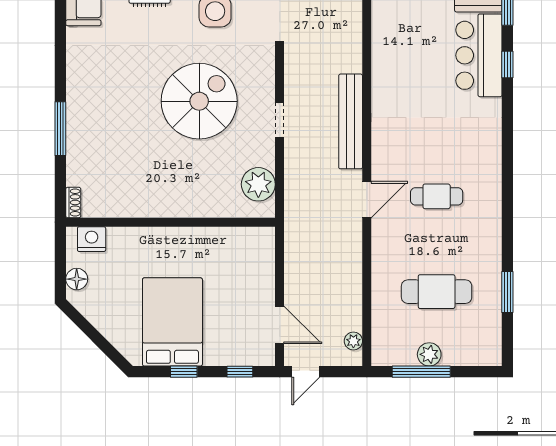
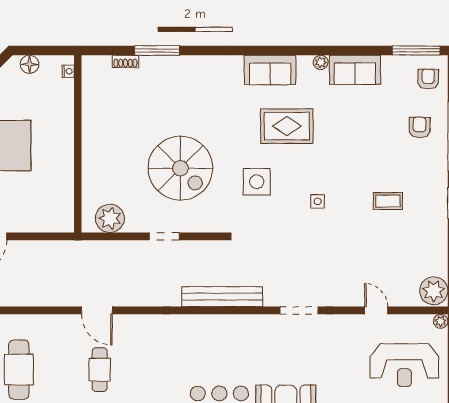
bench: (351, 121) -> (222, 297), moved
shoe rack: (73, 202) -> (125, 61), moved
nightstand: (92, 239) -> (68, 71), width x0.53, depth x0.56

